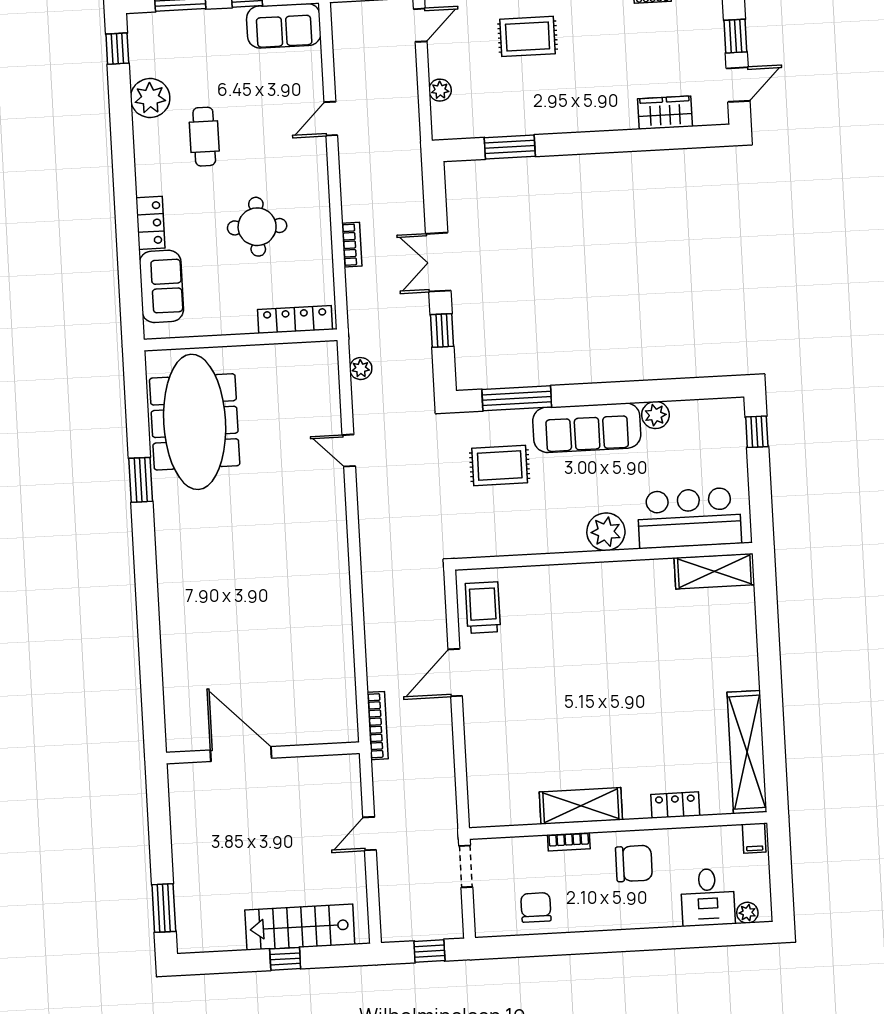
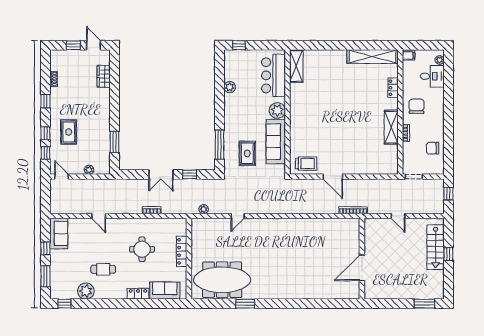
locker: (295, 319) -> (182, 251), moved
sofa: (587, 428) -> (276, 142), moved, turned 180
trolley: (483, 608) -> (306, 164), turned 180

